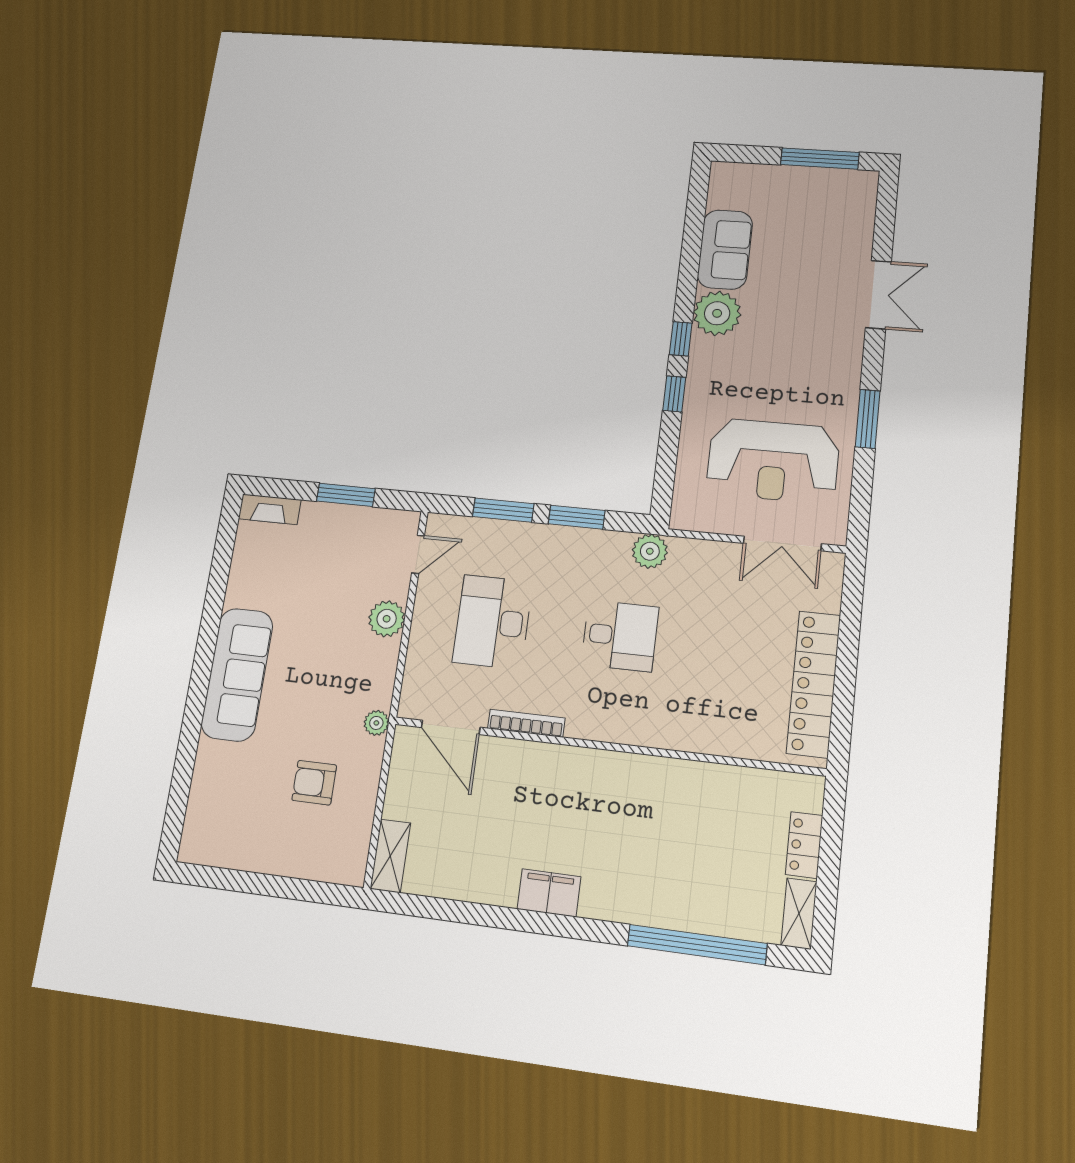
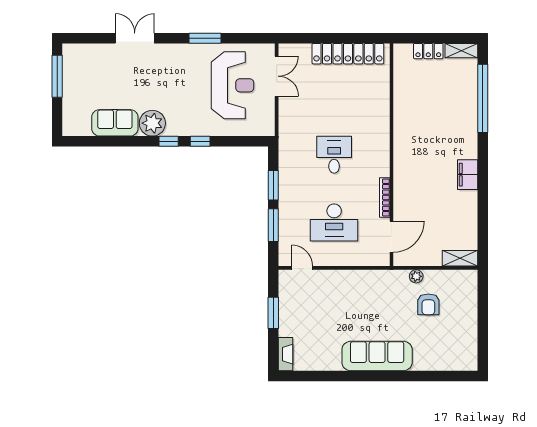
plant: (650, 551) -> (288, 144), removed
plant: (387, 619) -> (339, 280), removed
plant: (376, 723) -> (416, 276), moved

